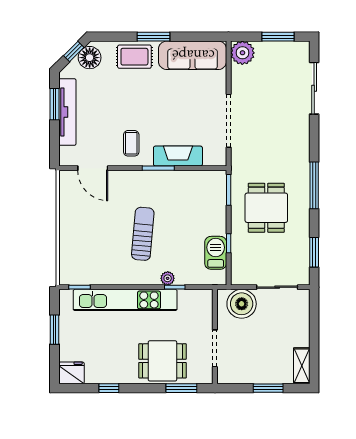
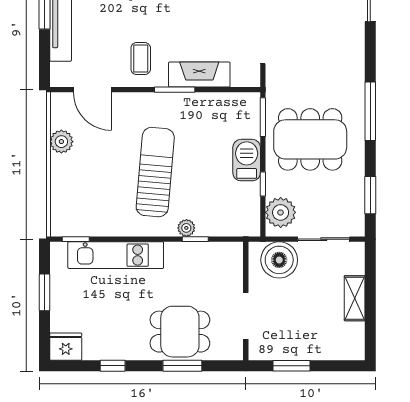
dining table: (266, 208) -> (310, 139), width x1.38
plant: (68, 209) -> (61, 142), added
sun lounger: (143, 234) -> (155, 172), width x1.36, depth x1.34
barbecue: (216, 253) -> (247, 160), moved
plant: (243, 266) -> (281, 212), added
kitchen unit: (125, 300) -> (116, 255), width x0.73
shelving: (302, 366) -> (355, 298), moved
window: (181, 388) -> (182, 366), moved
window: (268, 388) -> (291, 366), moved

